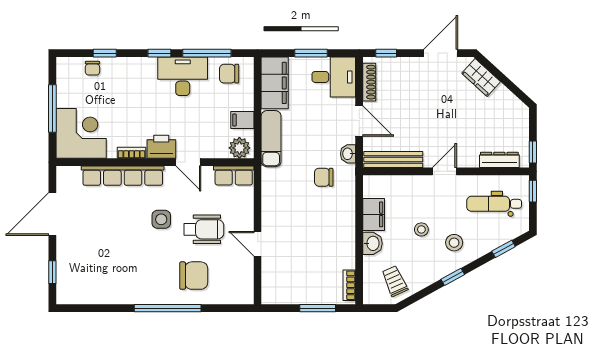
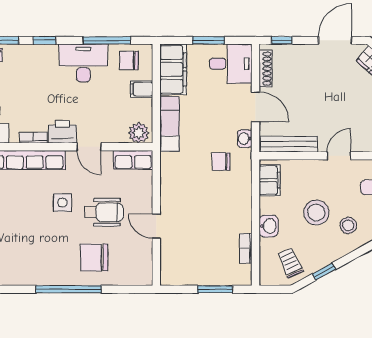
window: (159, 53) -> (44, 40), moved
filing cabinet: (242, 120) -> (142, 89), moved
filing cabinet: (374, 214) -> (270, 180), moved
stool: (421, 229) -> (316, 212), width x1.89, depth x1.89
chair: (194, 276) -> (94, 258), turned 180
window: (453, 277) -> (324, 272), moved
bookcase: (349, 285) -> (246, 248), moved

